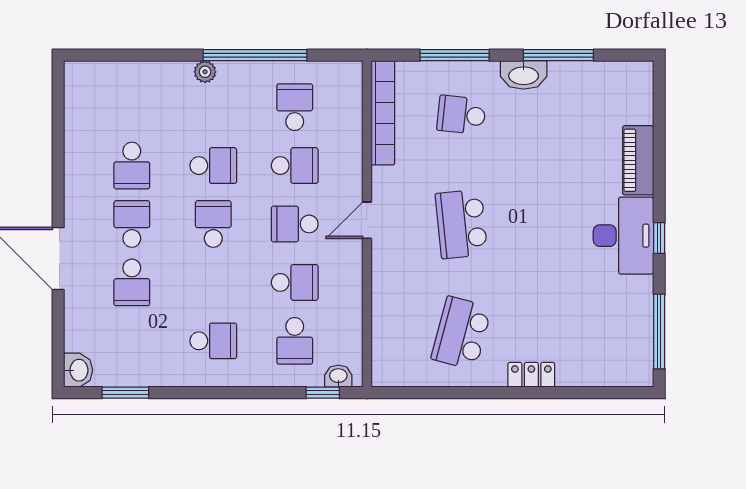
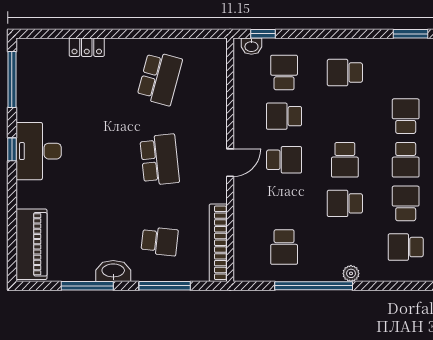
piano: (638, 160) -> (31, 244), moved, width x1.37, depth x1.33
school desk: (295, 166) -> (406, 247), moved
locker: (531, 375) -> (87, 47), moved

